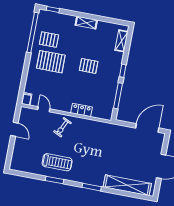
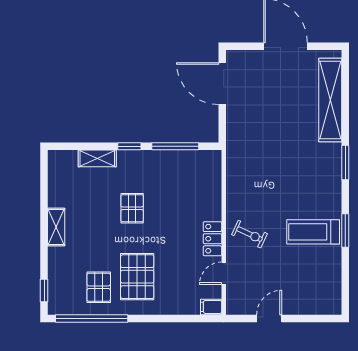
shelving: (121, 41) -> (97, 158), moved
locker: (82, 110) -> (212, 239), moved
treadmill: (57, 162) -> (313, 232), turned -90

